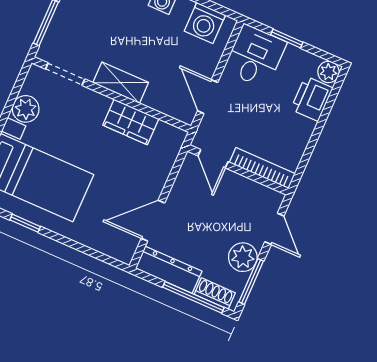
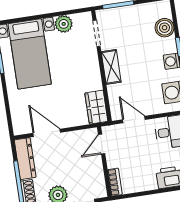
door: (208, 97) -> (134, 120), hinge flipped
wardrobe: (131, 122) -> (96, 107), moved
bookcase: (262, 168) -> (115, 182), width x0.64

